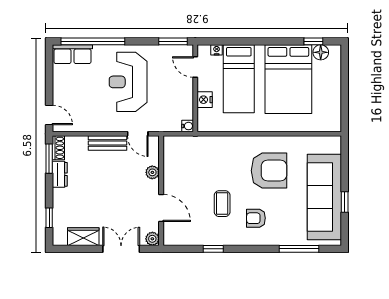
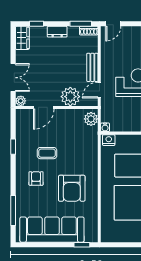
nightstand: (205, 100) -> (109, 140), moved
plant: (176, 145) -> (91, 119), added
plant: (152, 172) -> (70, 97), width x1.88, depth x1.88
dresser: (60, 174) -> (57, 32), moved
window: (345, 202) -> (82, 245), moved
wardrobe: (83, 237) -> (22, 38), moved

